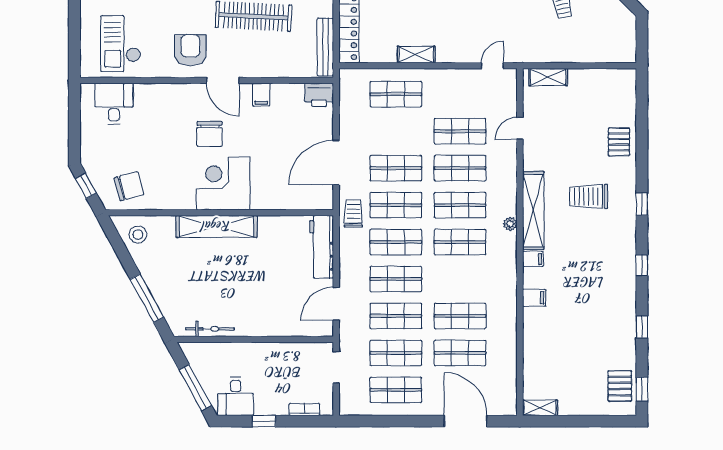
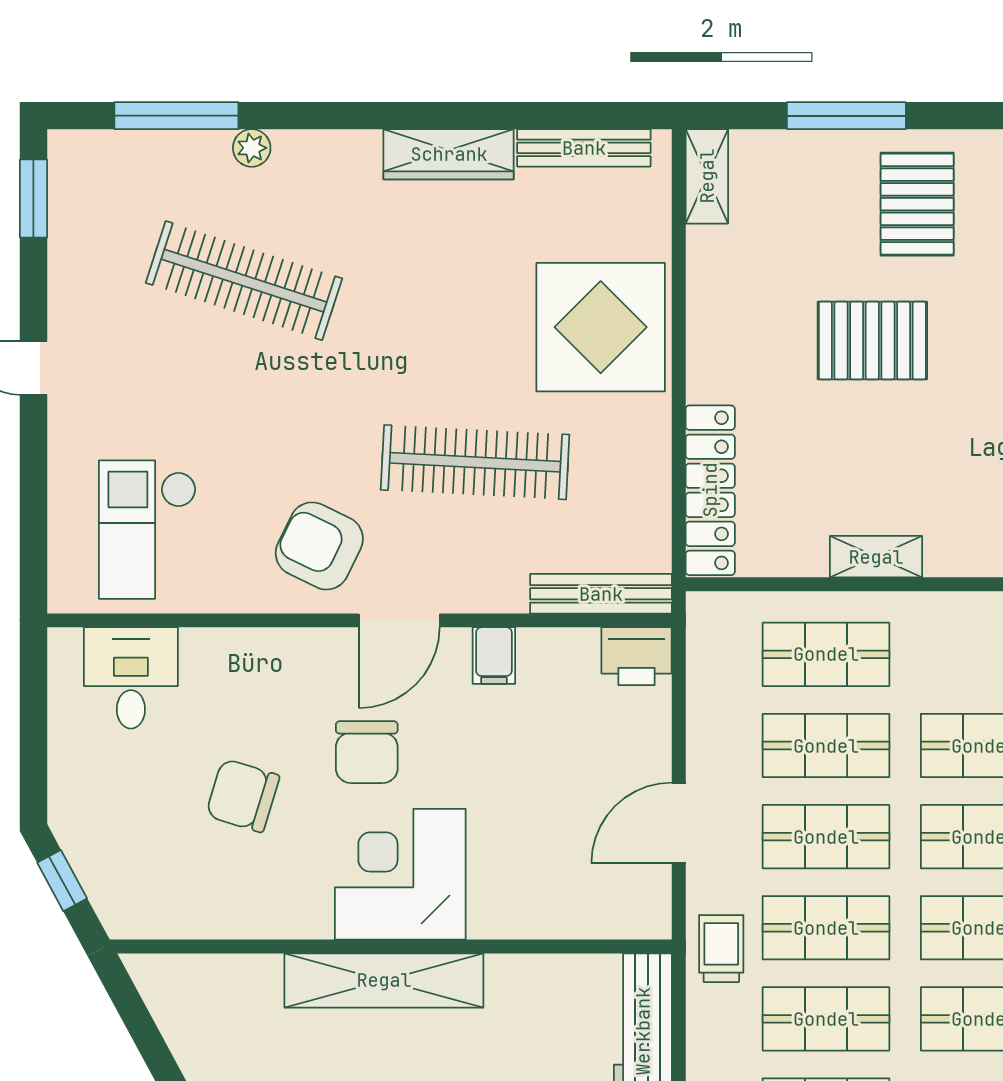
bench: (325, 47) -> (601, 594), moved, turned 90
armchair: (190, 50) -> (319, 546), turned -64
door: (223, 80) -> (399, 620), hinge flipped
shop shelf: (396, 131) -> (826, 746), added
door: (336, 162) -> (679, 823), width x0.73
chair: (129, 186) -> (243, 796), moved, turned -148
stool: (138, 235) -> (190, 1001), removed

